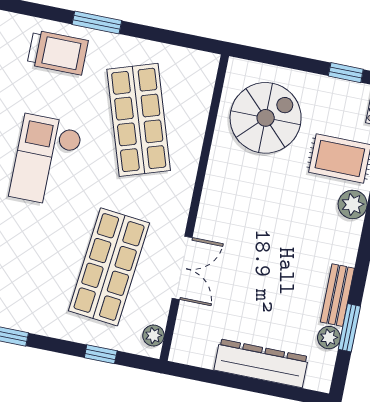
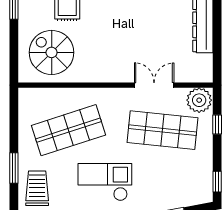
checkout: (46, 161) -> (105, 182), turned 180
plant: (153, 336) -> (199, 100), width x1.88, depth x1.88

